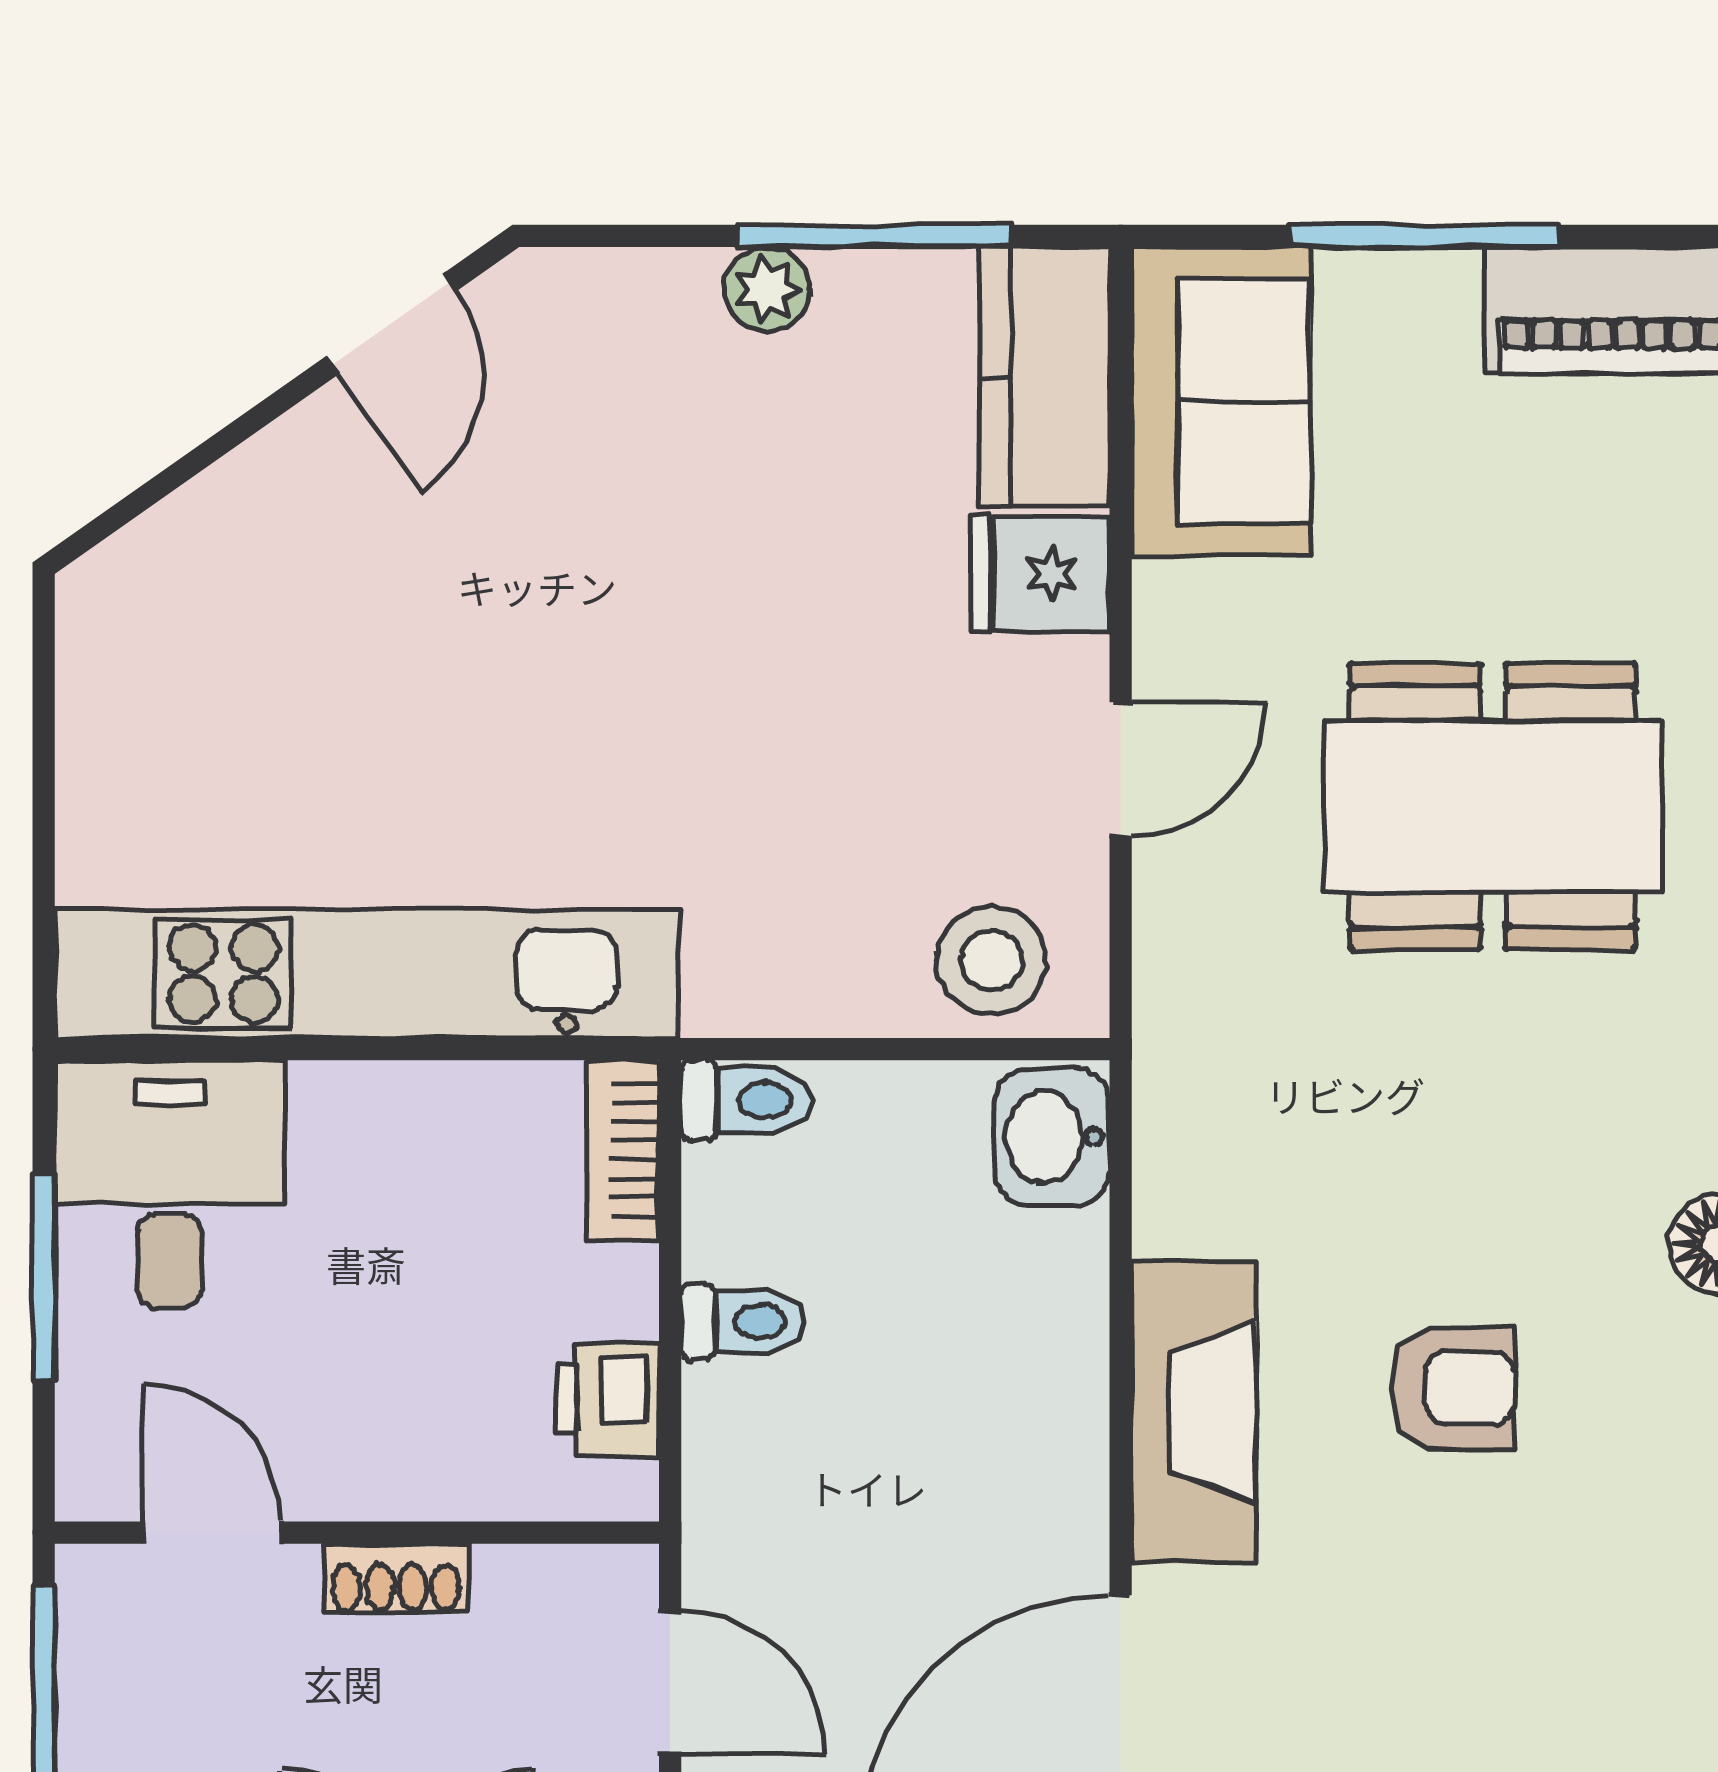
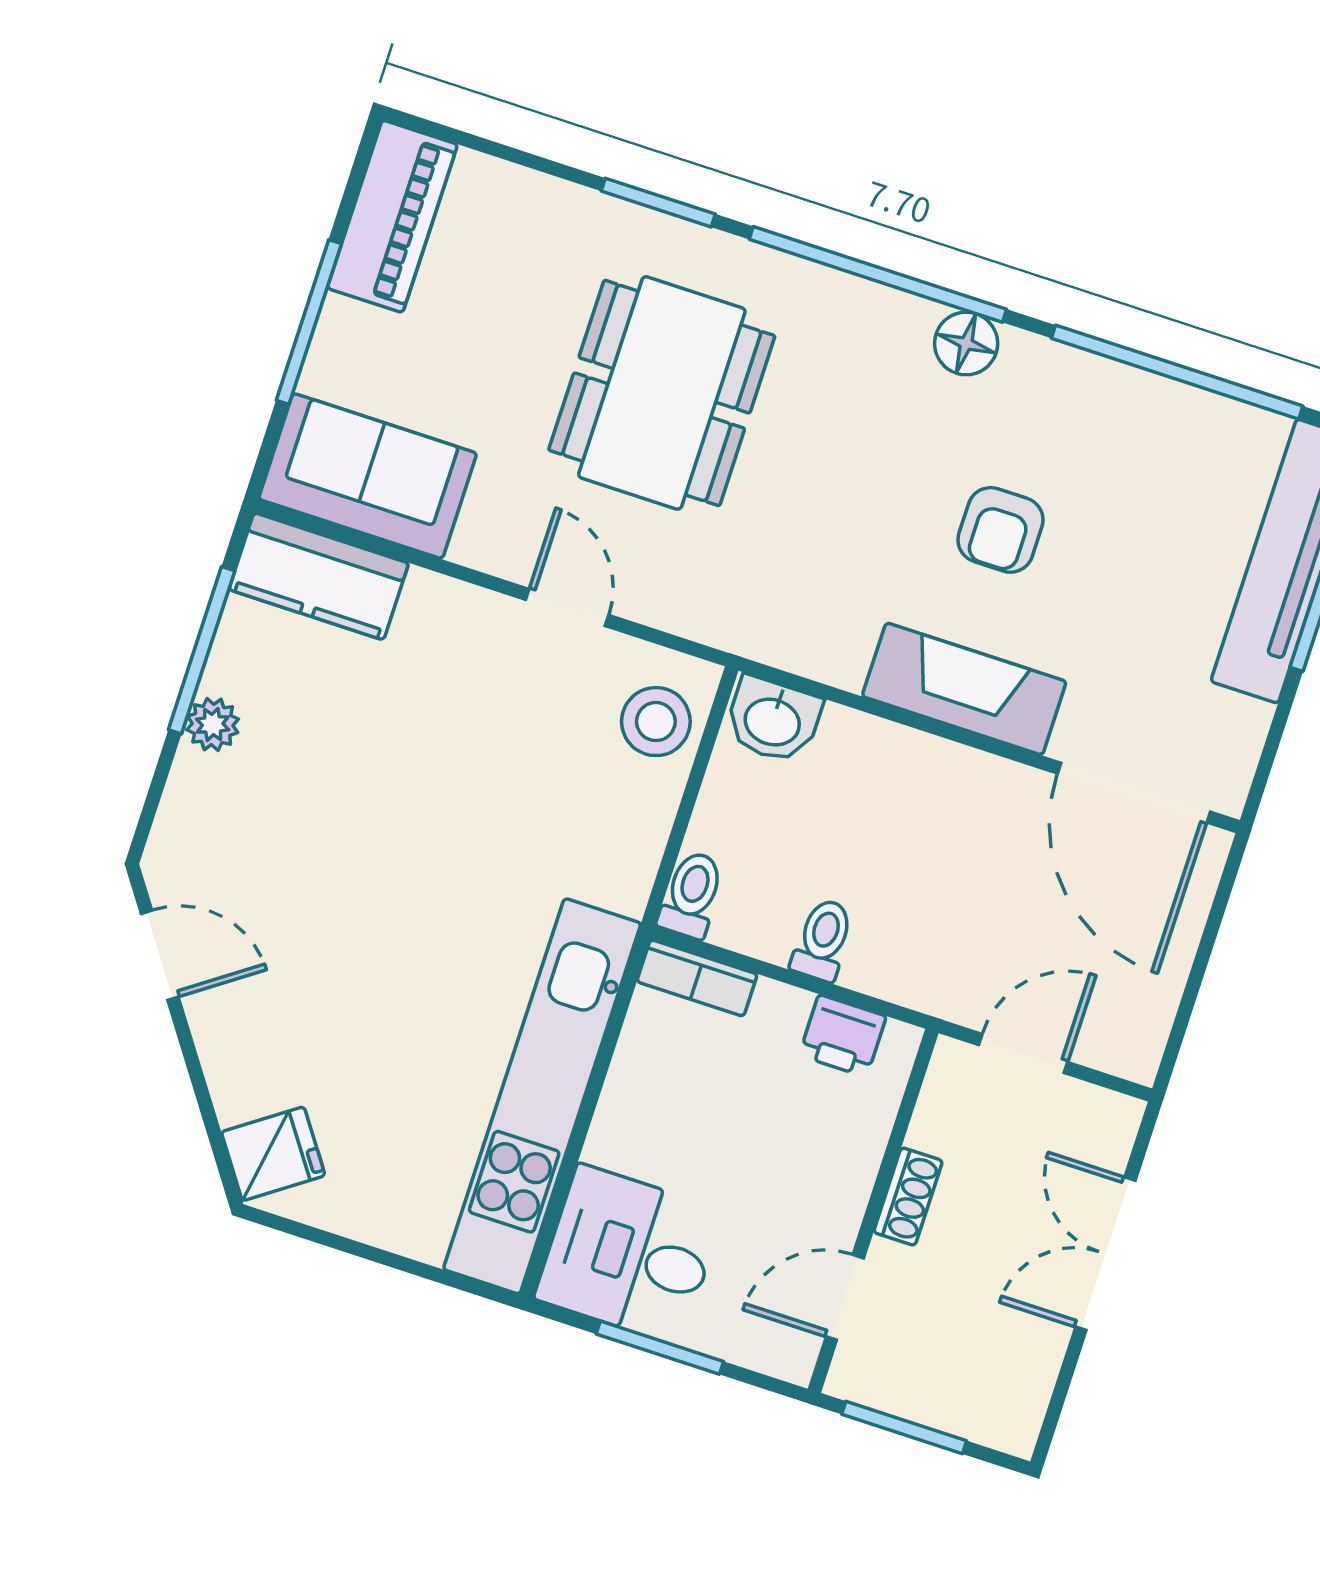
fridge: (1040, 574) -> (273, 1154), moved, turned -125
armchair: (1453, 1388) -> (1000, 530), turned 180

